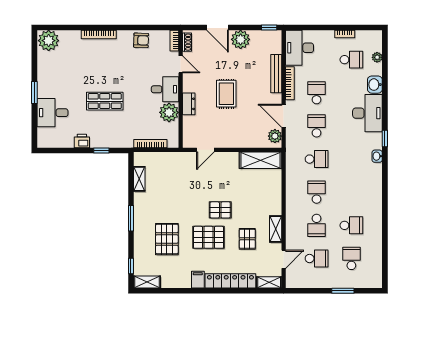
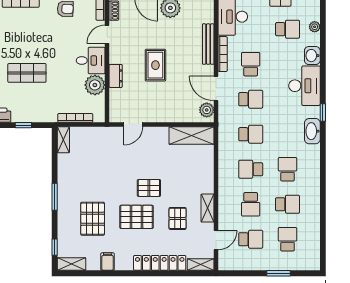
door: (181, 64) -> (107, 34), swing flipped
school desk: (317, 126) -> (251, 99), turned 90
washbasin: (377, 156) -> (312, 131), width x1.91, depth x1.45
shelving: (139, 179) -> (63, 140), moved
school desk: (317, 192) -> (251, 169), turned -90
school desk: (351, 192) -> (288, 169), added
filing cabinet: (198, 280) -> (108, 262), moved

